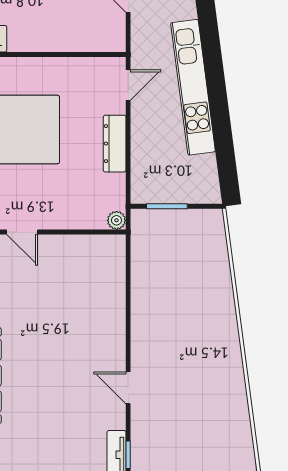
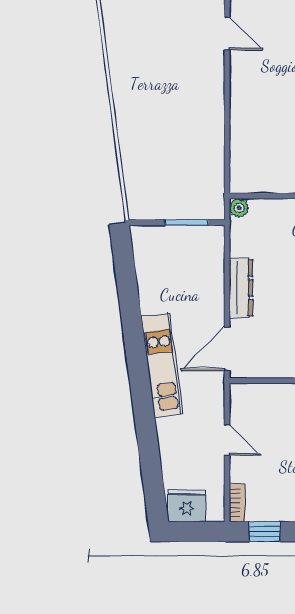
door: (128, 85) -> (227, 349), width x1.37
kitchen unit: (193, 87) -> (162, 365), width x0.73

